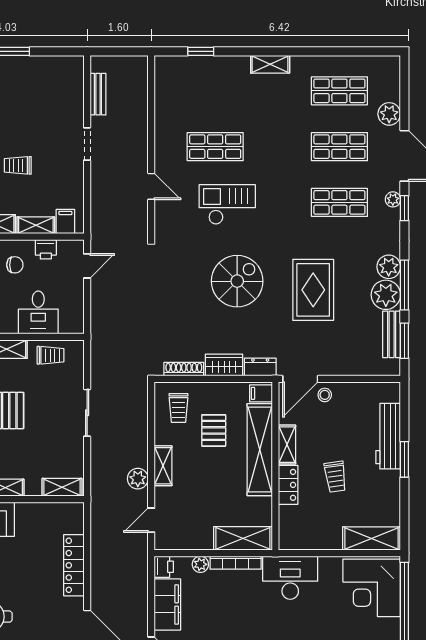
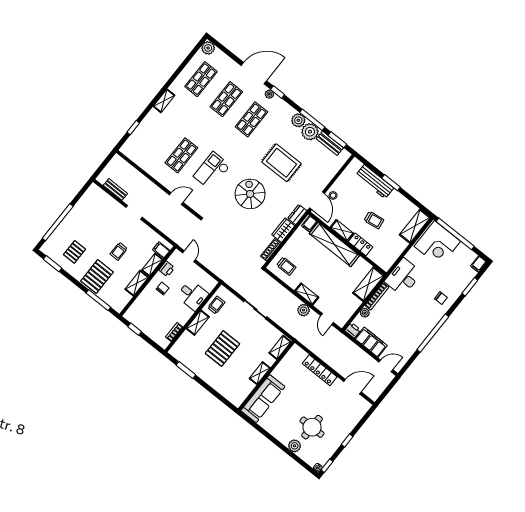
plant: (389, 114) -> (208, 48), moved
pallet: (214, 430) -> (309, 258), removed

